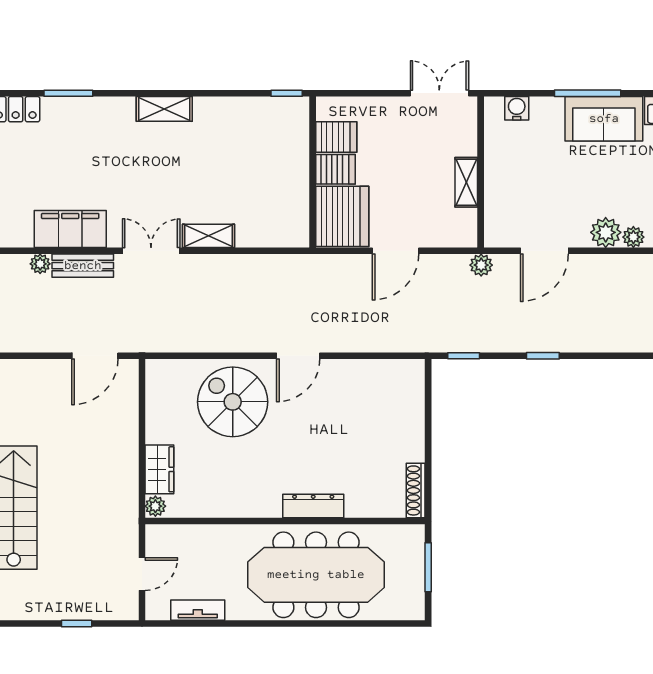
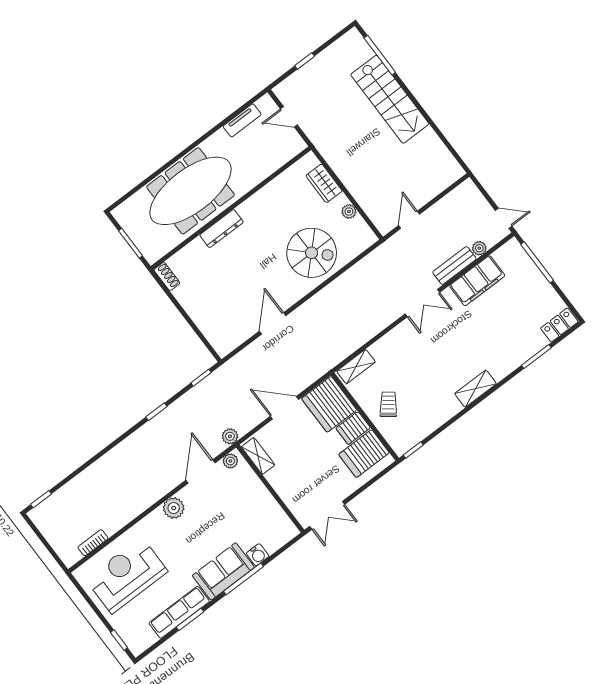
water cooler: (517, 108) -> (258, 555), moved
server rack: (336, 137) -> (364, 454), width x1.36, depth x1.44
trolley: (276, 166) -> (388, 404), added
shelving: (466, 182) -> (258, 456), moved
shelving: (208, 236) -> (356, 367), moved
plant: (633, 237) -> (230, 461), moved
door: (396, 251) -> (284, 408), hinge flipped
door: (95, 356) -> (409, 220), width x0.73
door: (298, 356) -> (273, 323), moved
shoe rack: (416, 490) -> (167, 276), width x0.70
plant: (155, 506) -> (349, 212), moved
door: (142, 574) -> (289, 117), hinge flipped

